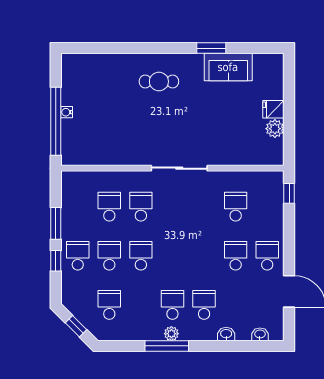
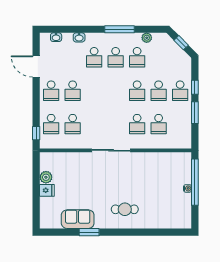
school desk: (267, 207) -> (51, 124), added
school desk: (109, 305) -> (137, 57), moved
plant: (171, 334) -> (147, 38), moved

